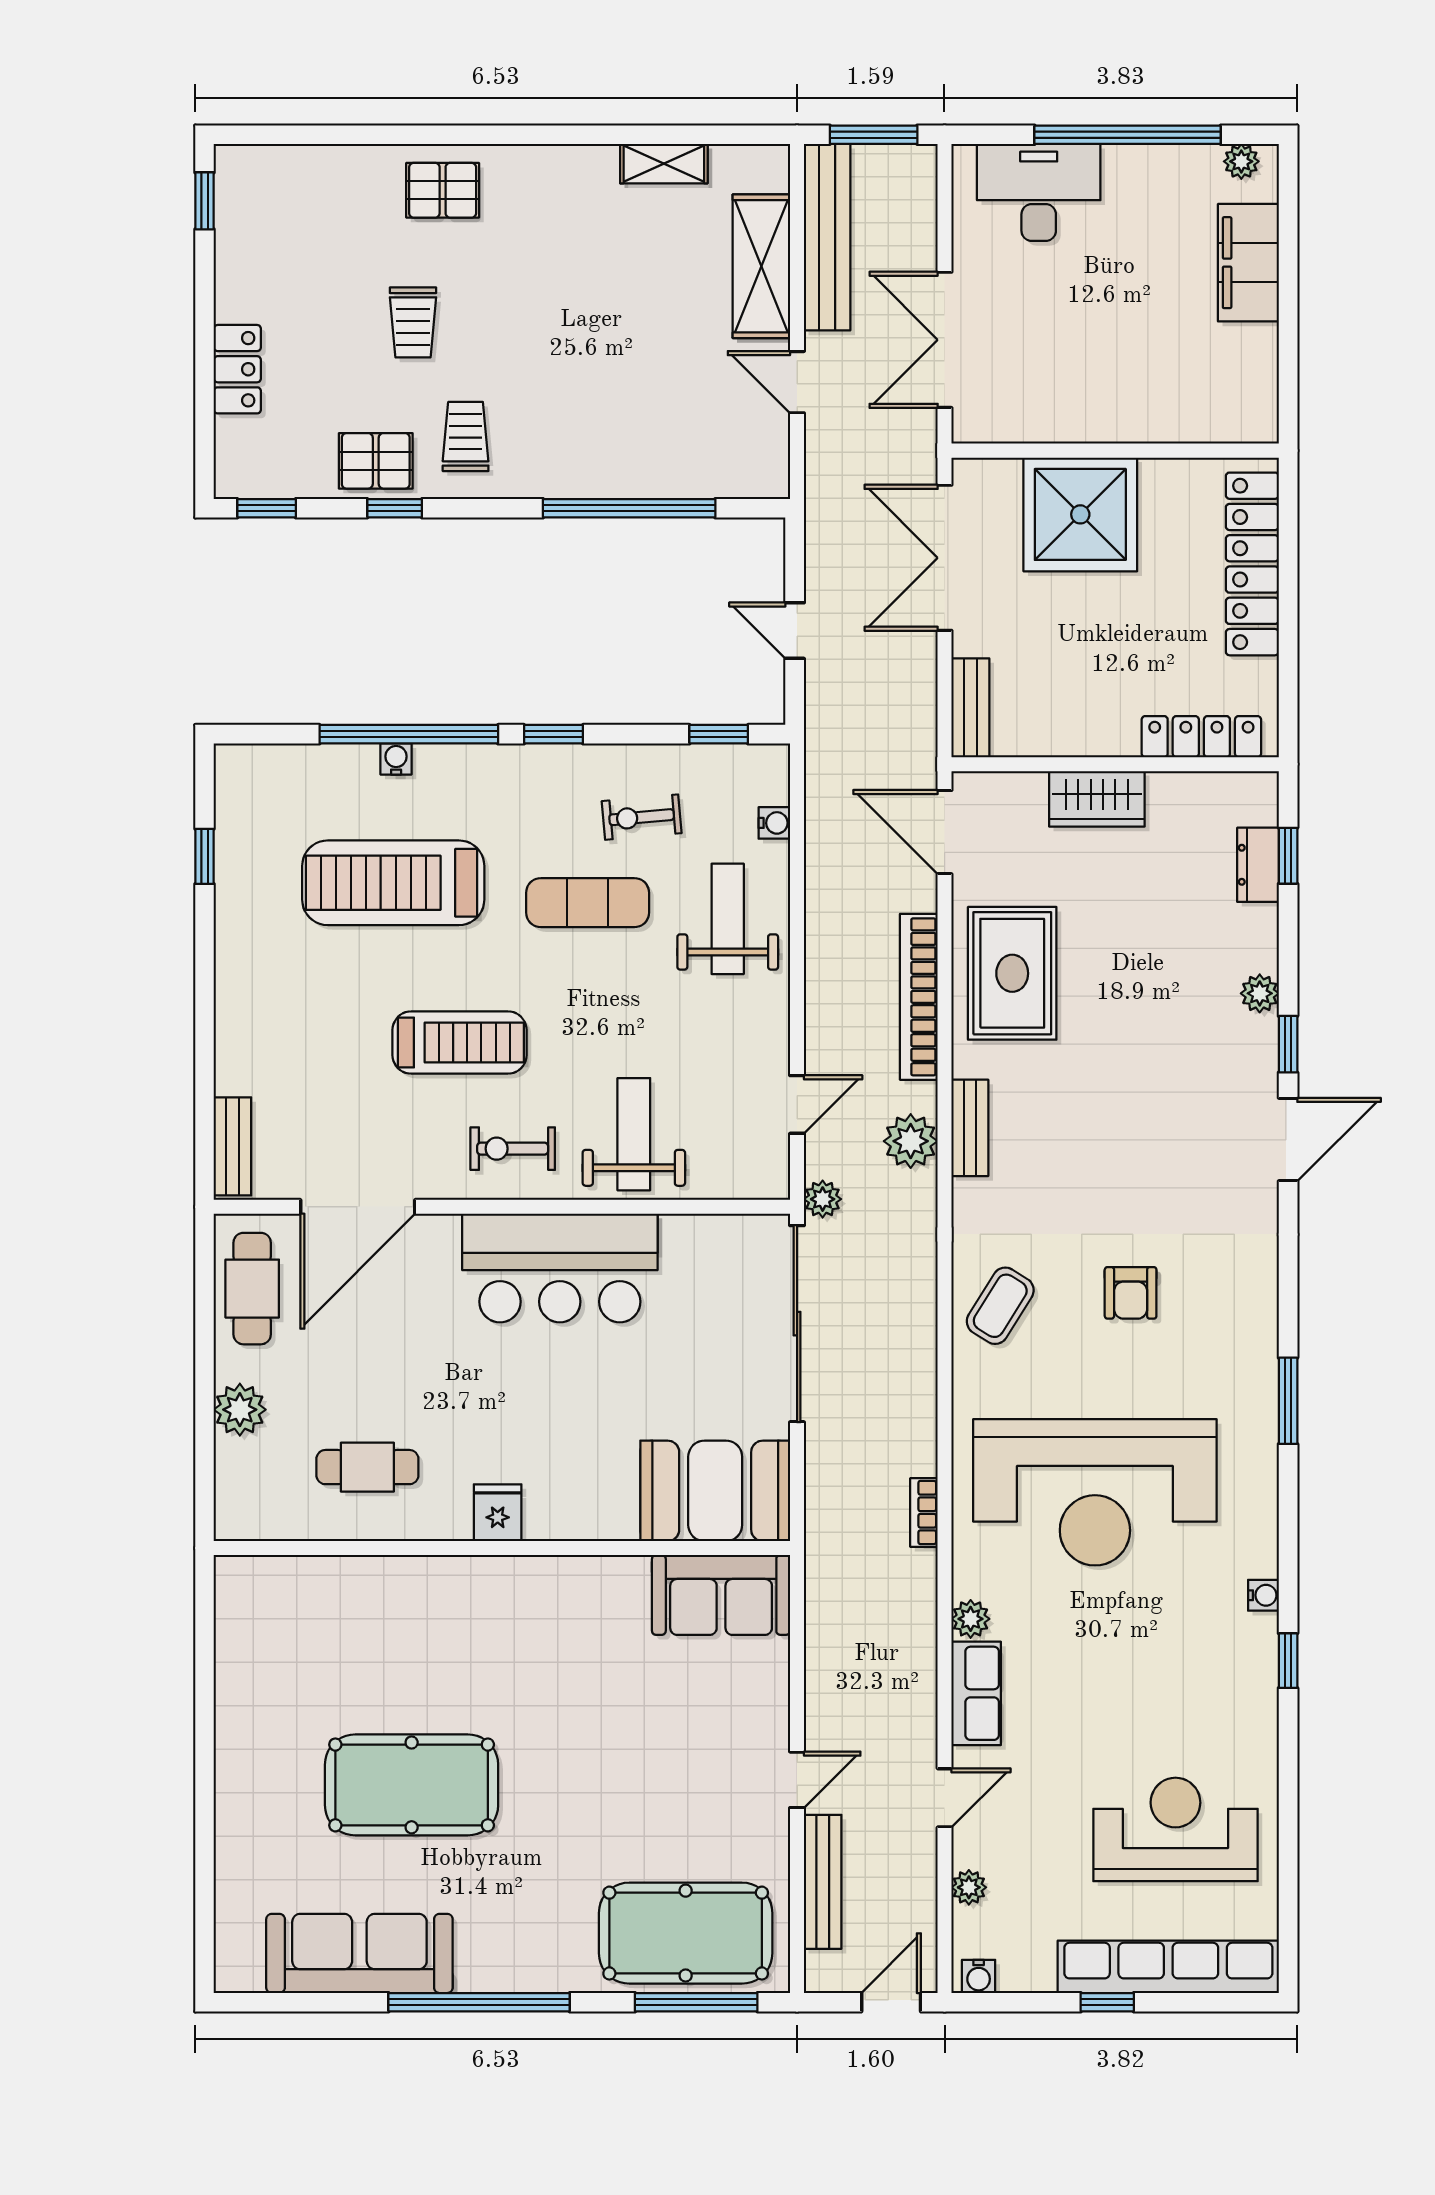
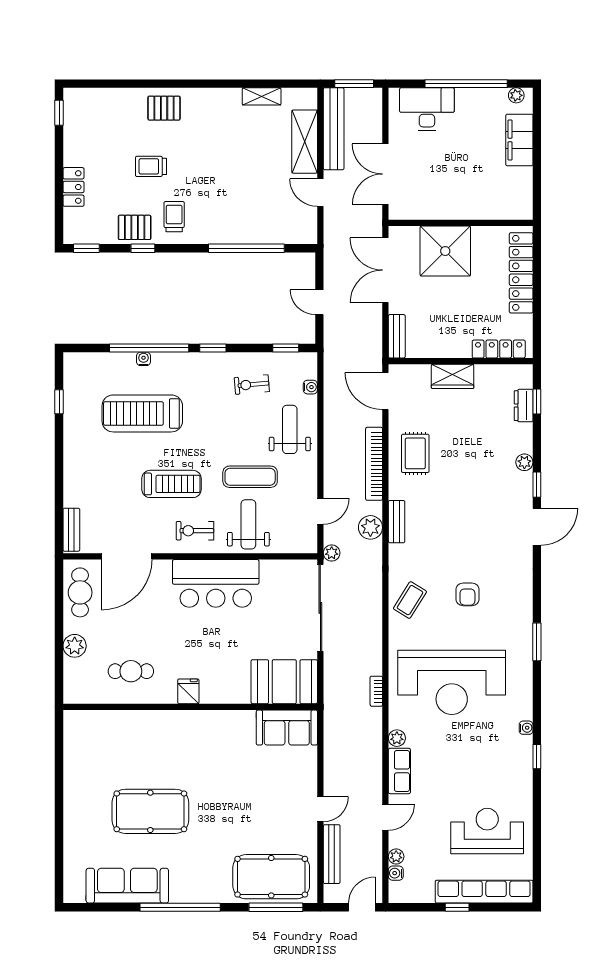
trolley: (413, 322) -> (151, 166), turned 90
exercise mat: (588, 903) -> (250, 477), moved
rug: (1012, 973) -> (415, 453), width x0.73, depth x0.70
water cooler: (979, 1976) -> (396, 873), moved, turned 90

